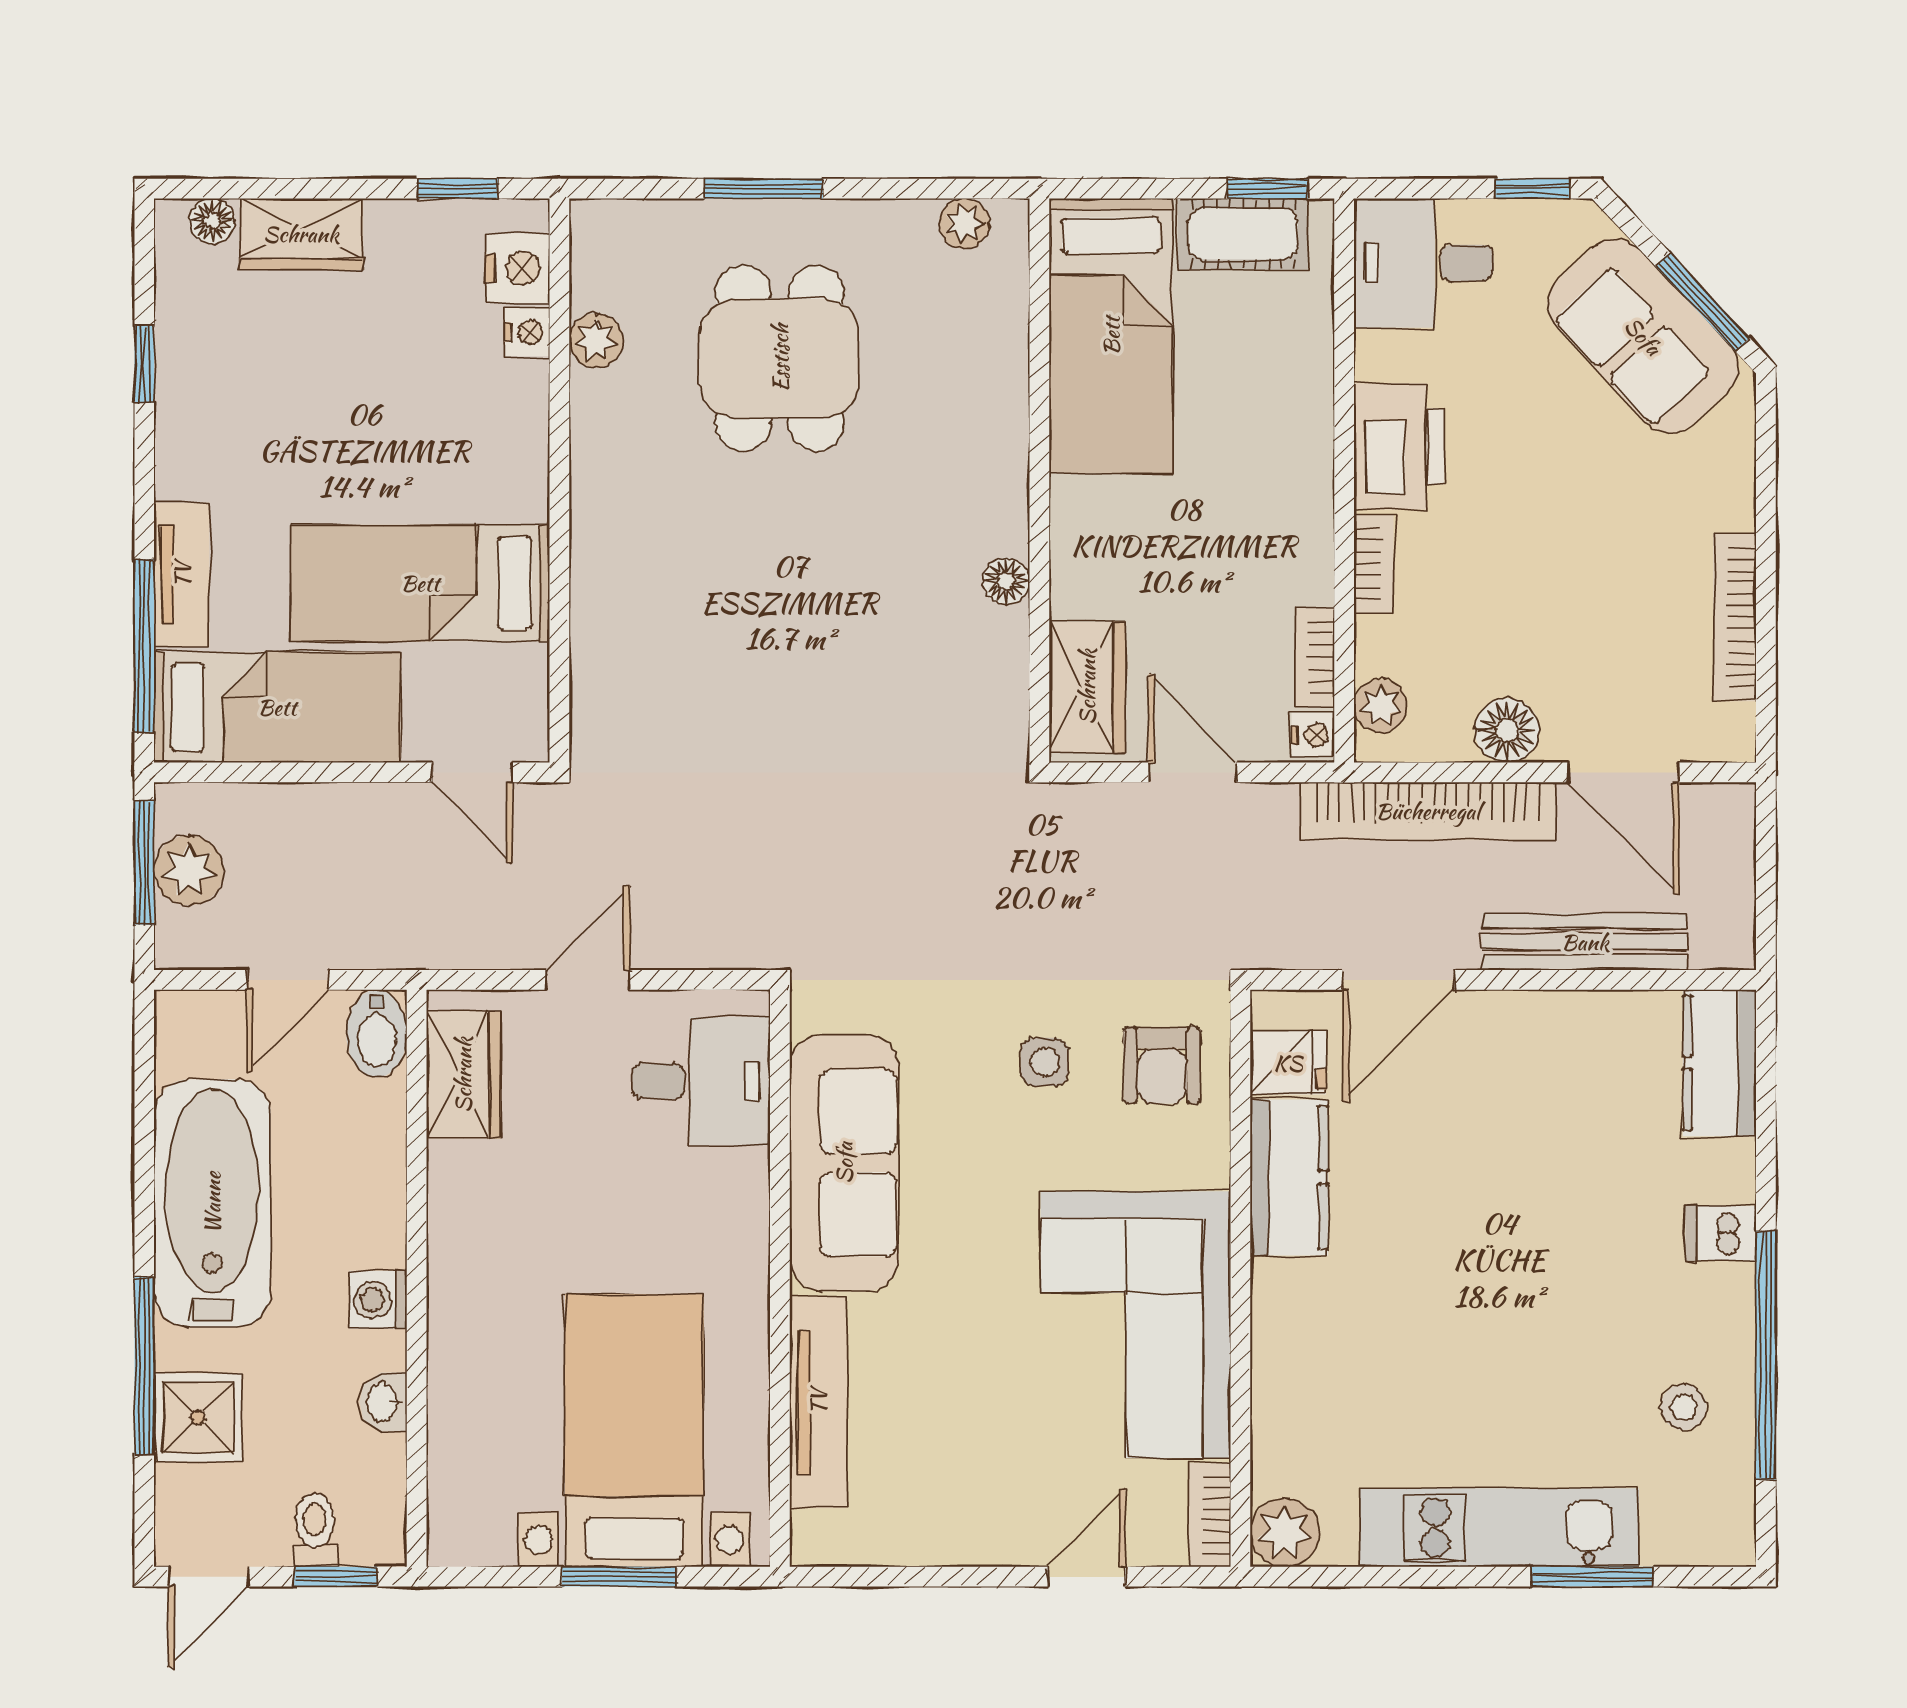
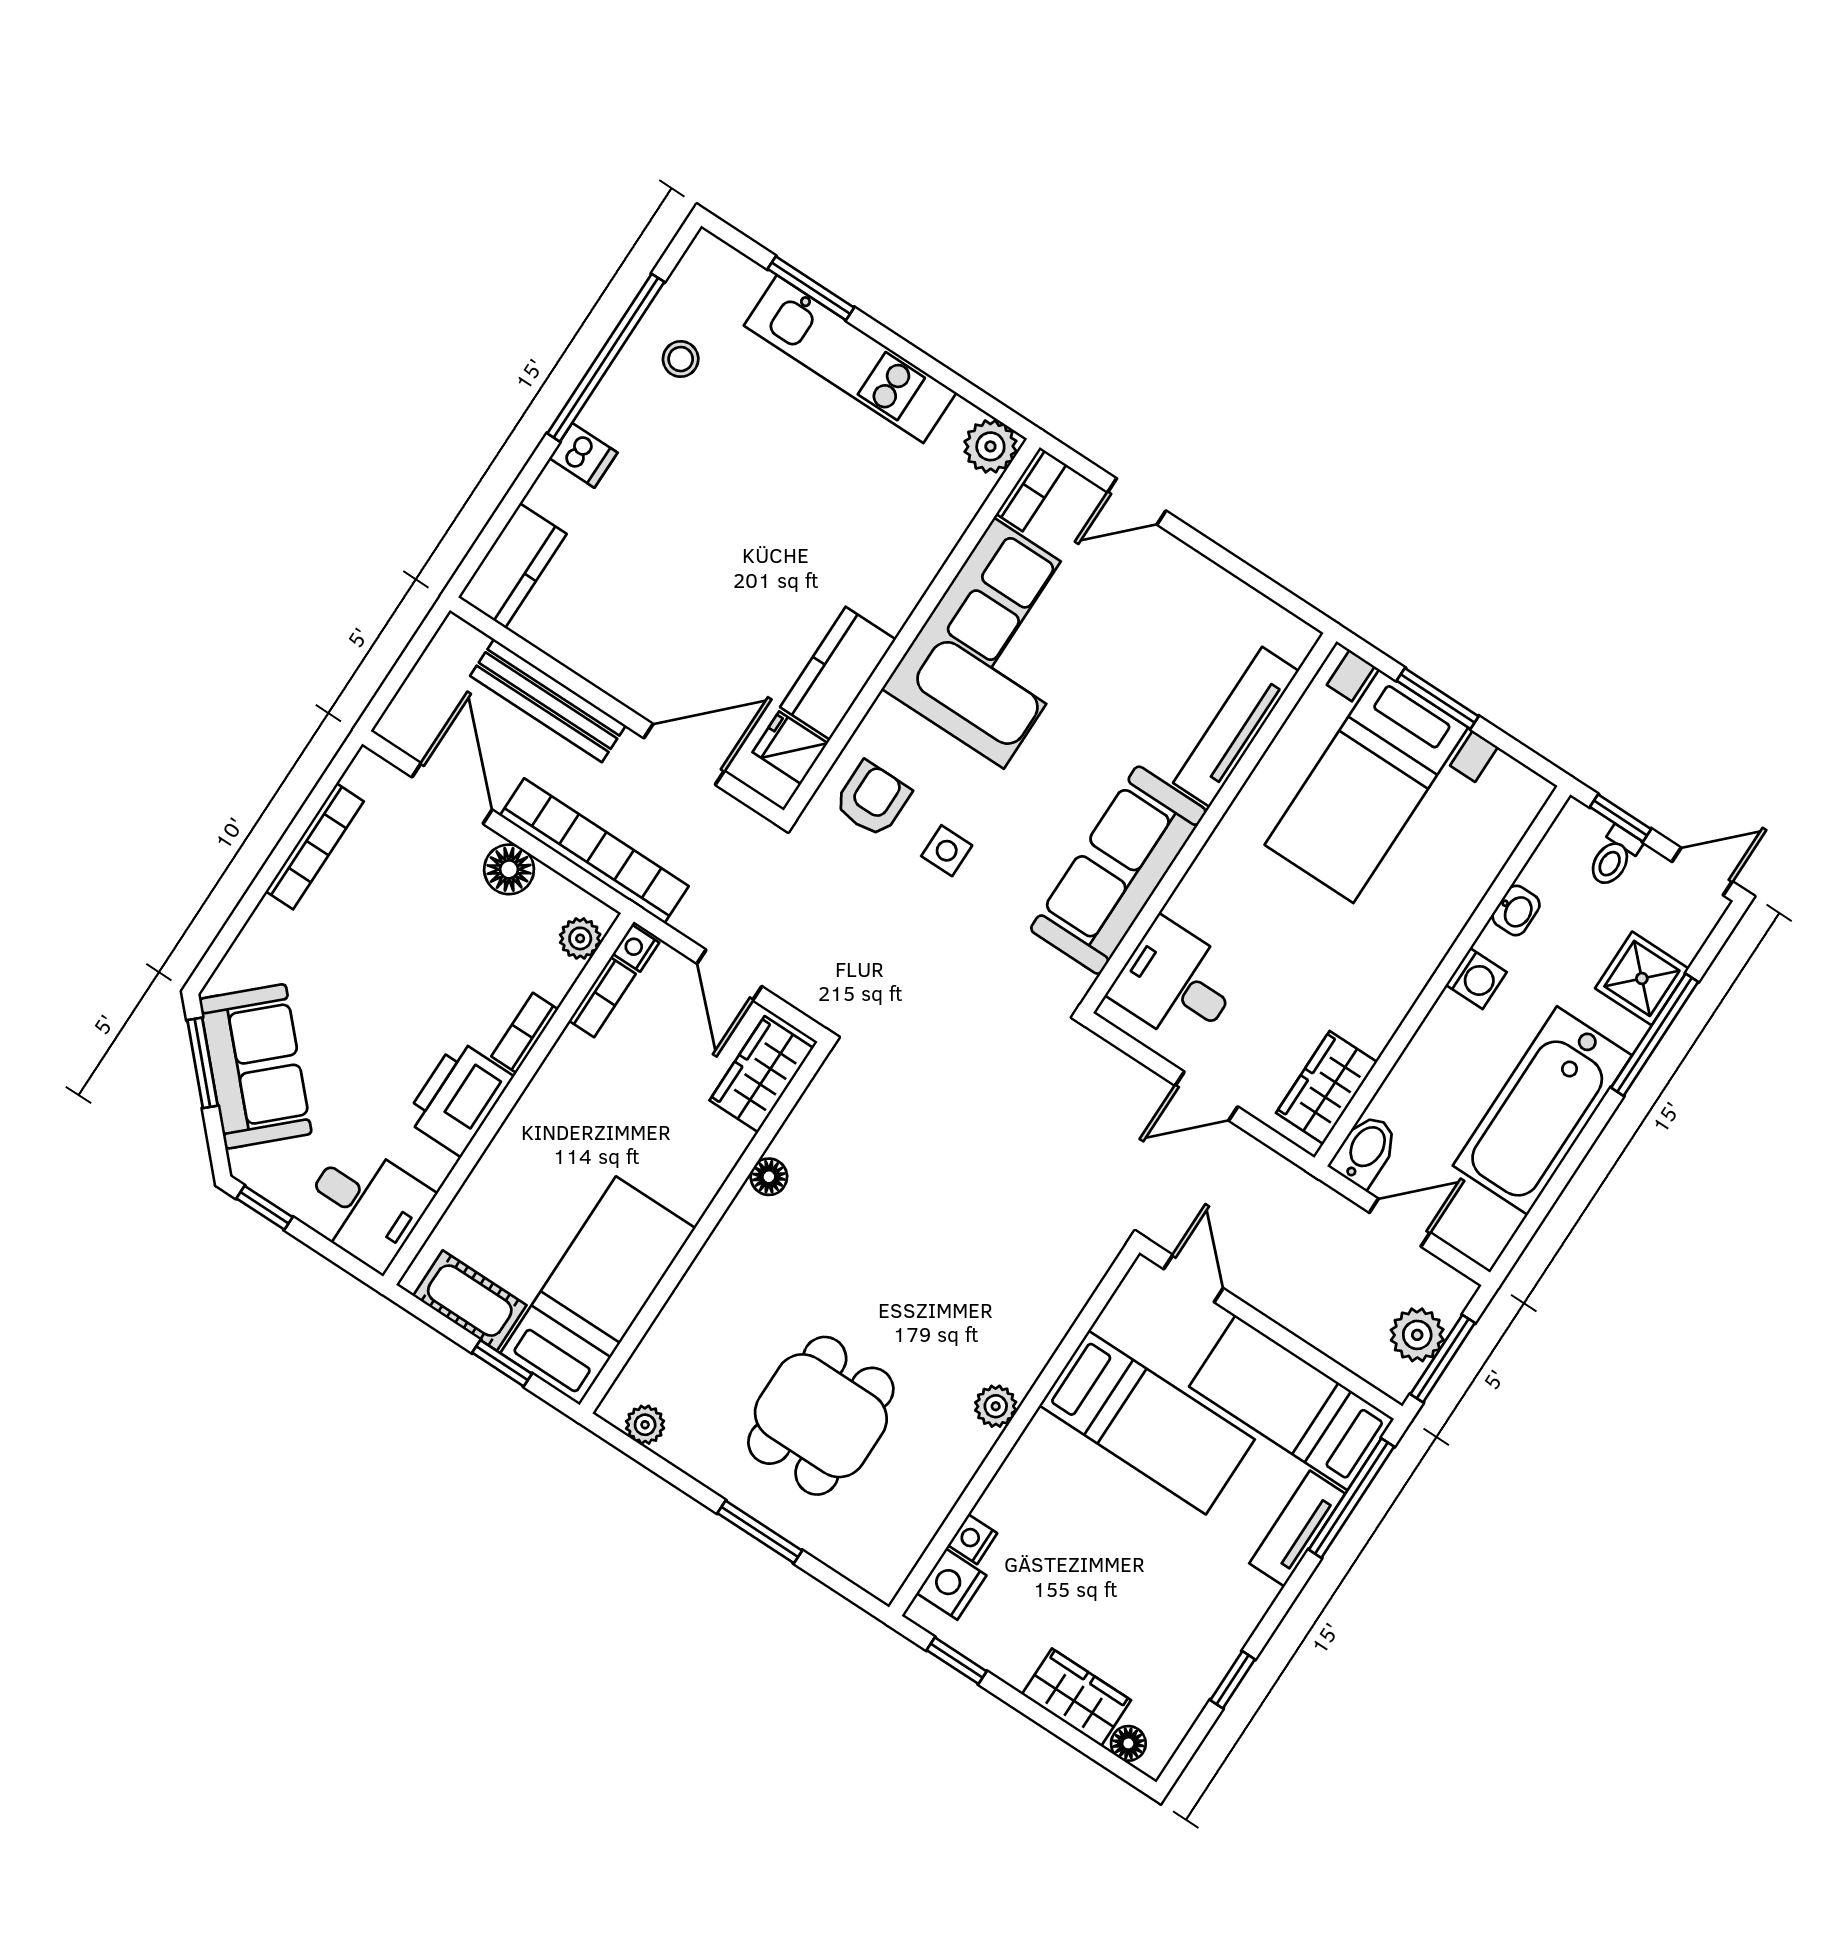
window: (1268, 189) -> (502, 1363), moved
plant: (596, 340) -> (996, 1406), moved

